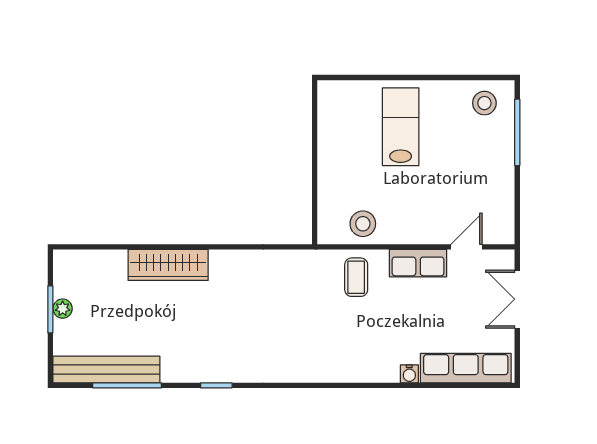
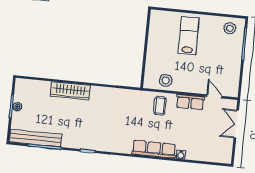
door: (466, 247) -> (214, 96), hinge flipped
row of seats: (466, 368) -> (154, 149), moved

